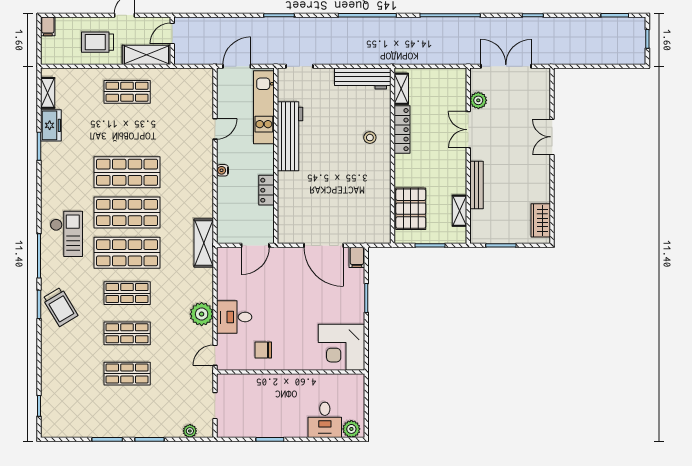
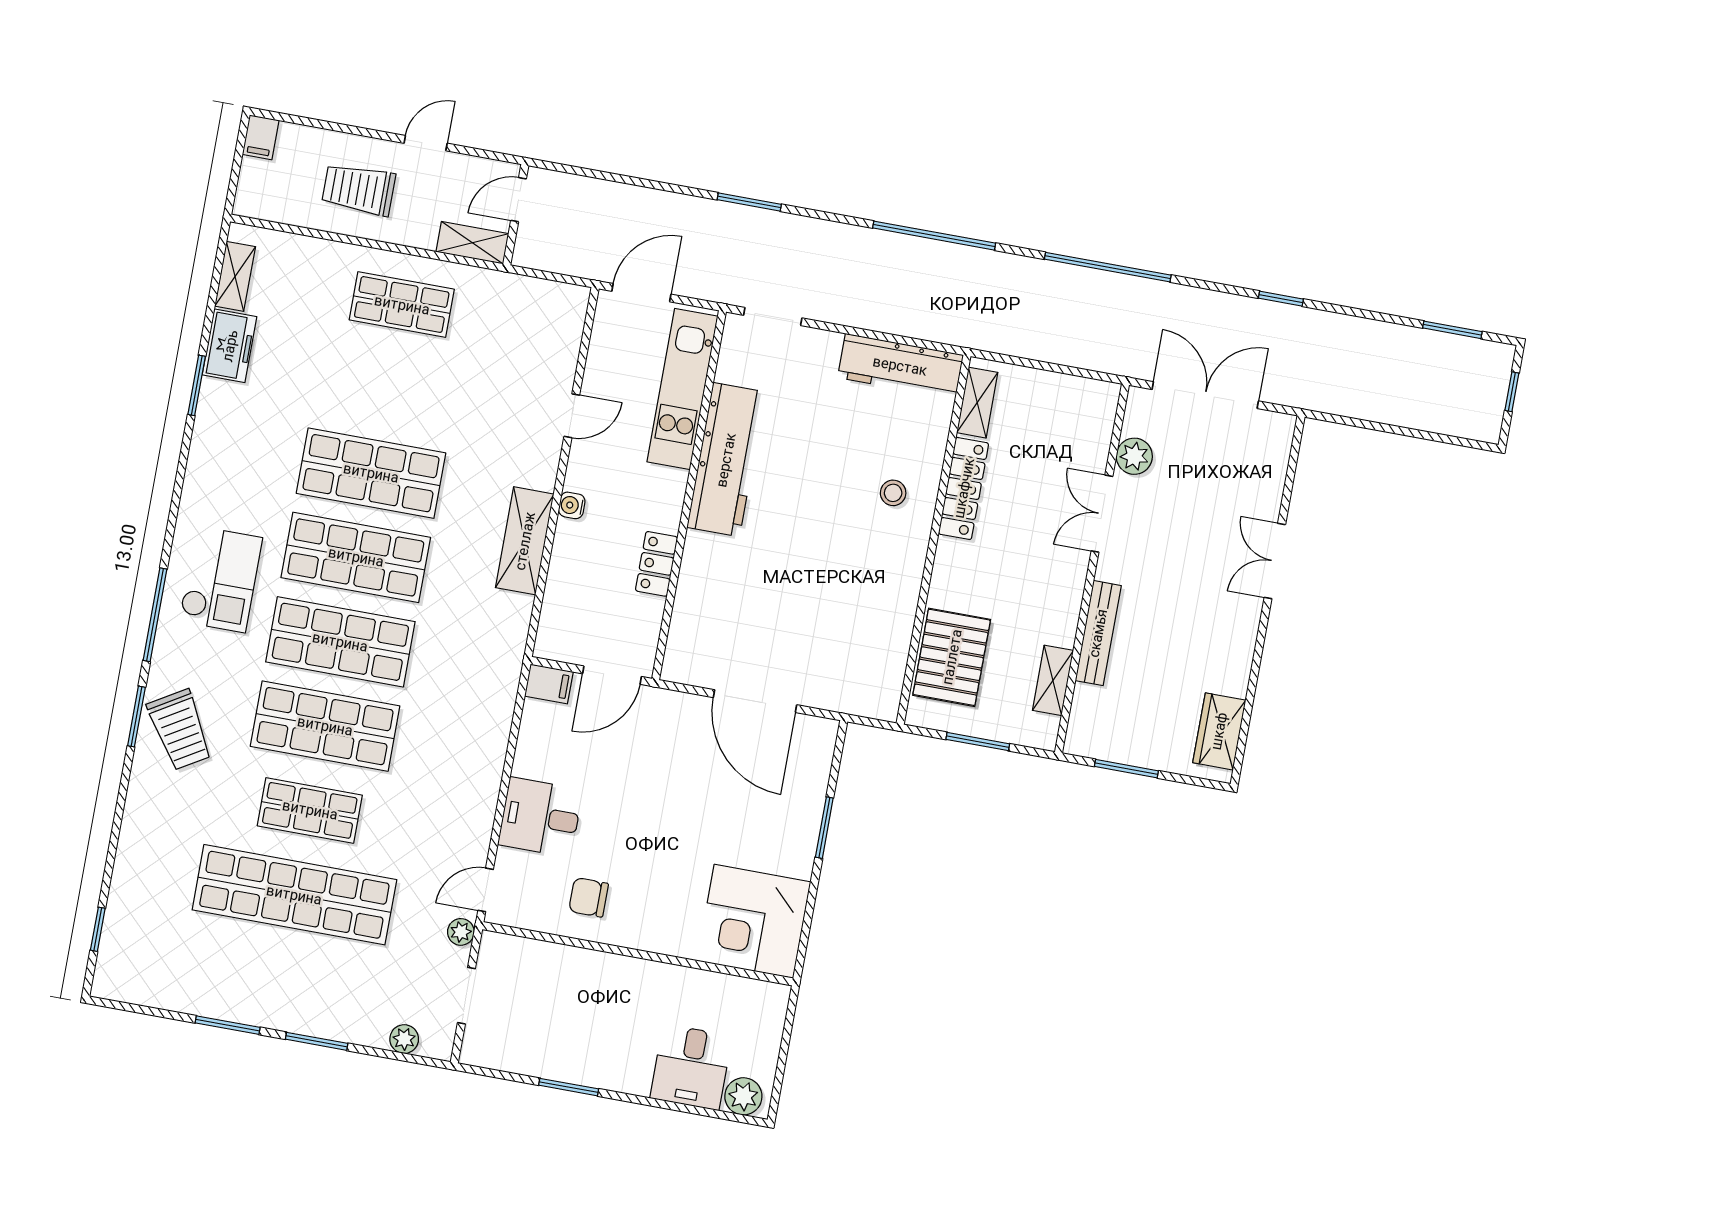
shelving: (146, 55) -> (472, 243), width x0.67, depth x0.75
shelving: (204, 243) -> (525, 541), moved
filing cabinet: (357, 257) -> (549, 684), moved, turned -90
shop shelf: (127, 293) -> (325, 726), width x1.43, depth x1.36
plant: (202, 314) -> (461, 932), moved, width x0.53, depth x0.53
shop shelf: (127, 374) -> (294, 895), width x2.00, depth x1.36

